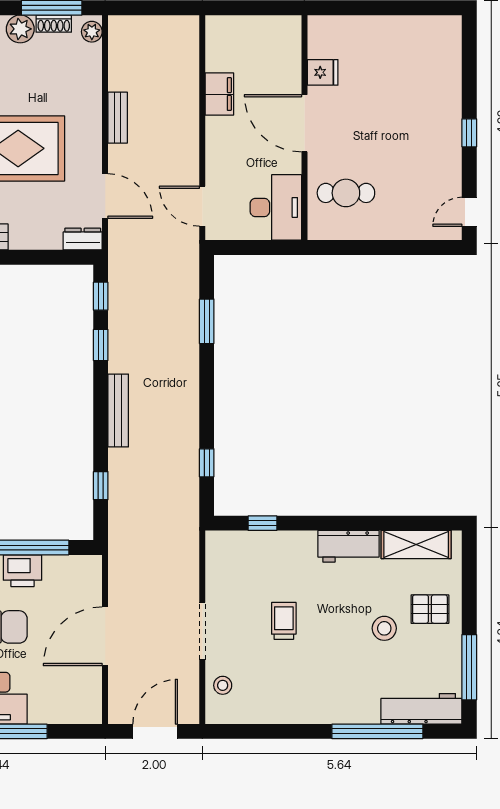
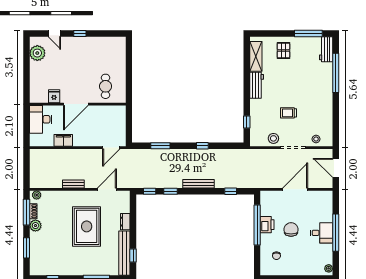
plant: (424, 33) -> (37, 53), added
desk: (276, 207) -> (41, 119), moved, turned -90
door: (469, 212) -> (54, 34), moved
dresser: (83, 239) -> (125, 222), moved
window: (207, 463) -> (202, 146), moved
stool: (384, 628) -> (273, 138), moved
door: (105, 636) -> (295, 189), swing flipped
workbench: (421, 709) -> (326, 49), width x0.73

